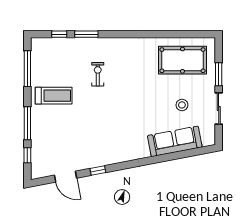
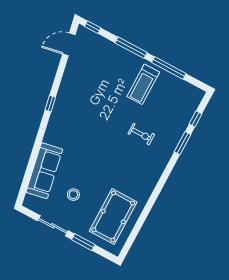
window: (27, 69) -> (169, 68), moved
window: (27, 155) -> (93, 27), moved
window: (98, 170) -> (50, 104), moved
door: (66, 177) -> (69, 44), moved

